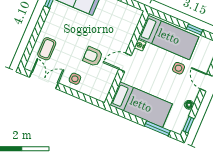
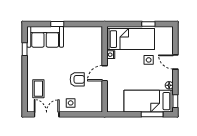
armchair: (93, 56) -> (77, 79), turned 180
bed: (141, 105) -> (149, 101), moved, turned 180

